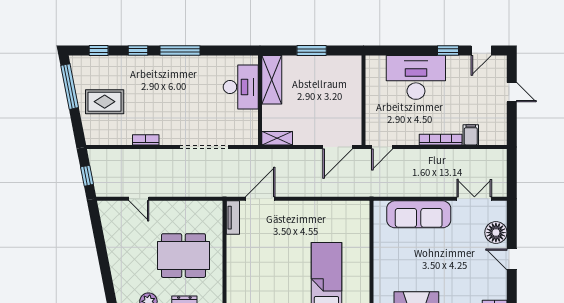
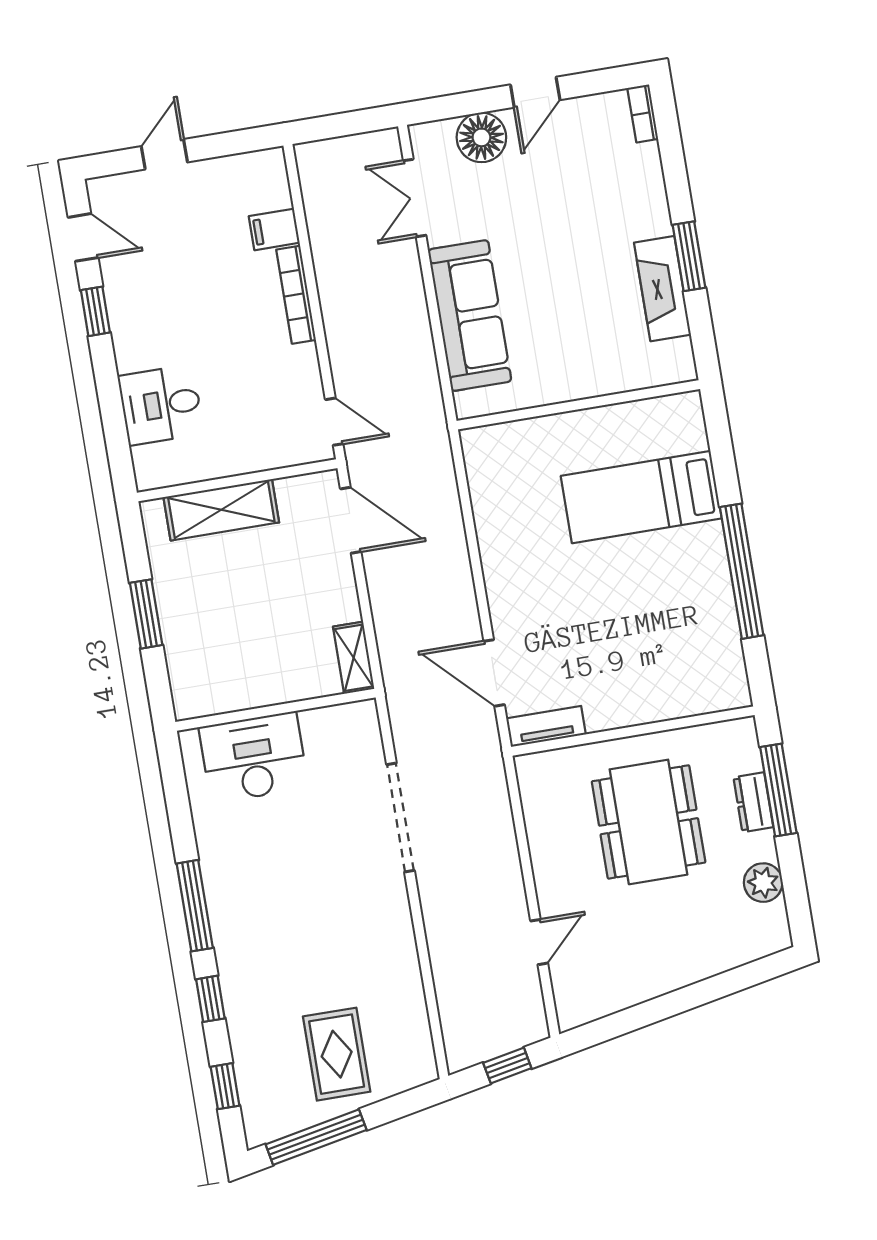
desk: (416, 77) -> (161, 405), width x0.53, depth x0.77
shelving: (272, 80) -> (221, 510), moved
bookcase: (146, 140) -> (406, 949), removed

